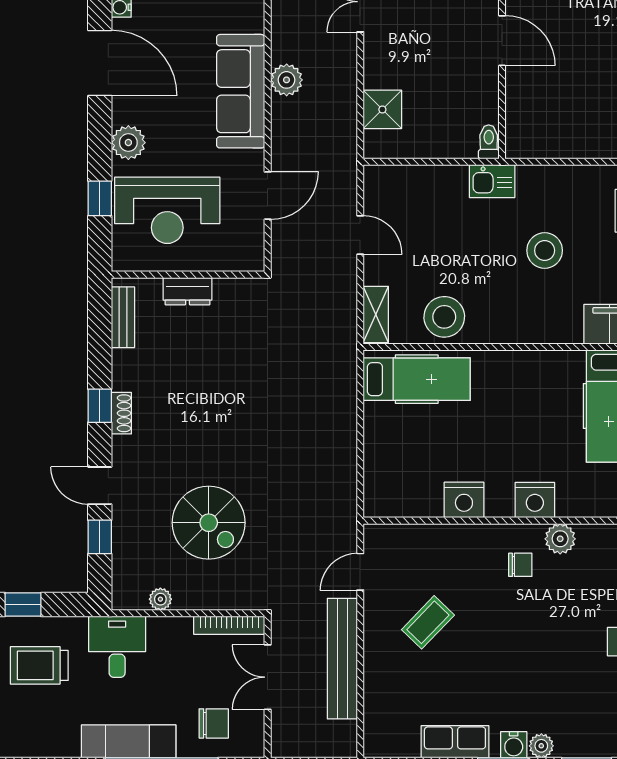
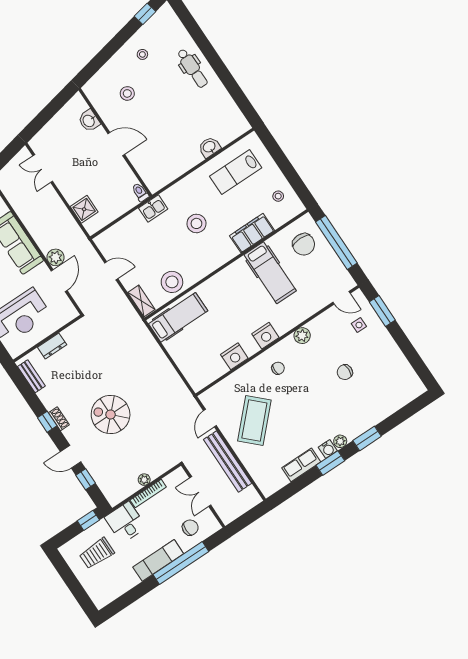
plant: (287, 80) -> (56, 257), moved
spiral stairs: (209, 523) -> (111, 414), moved, turned 180
plant: (560, 539) -> (302, 336), moved
plant: (160, 599) -> (144, 480), moved
window: (23, 605) -> (88, 520), moved
coffee table: (428, 622) -> (254, 420), width x1.86, depth x1.72
bookcase: (229, 625) -> (148, 493), moved

